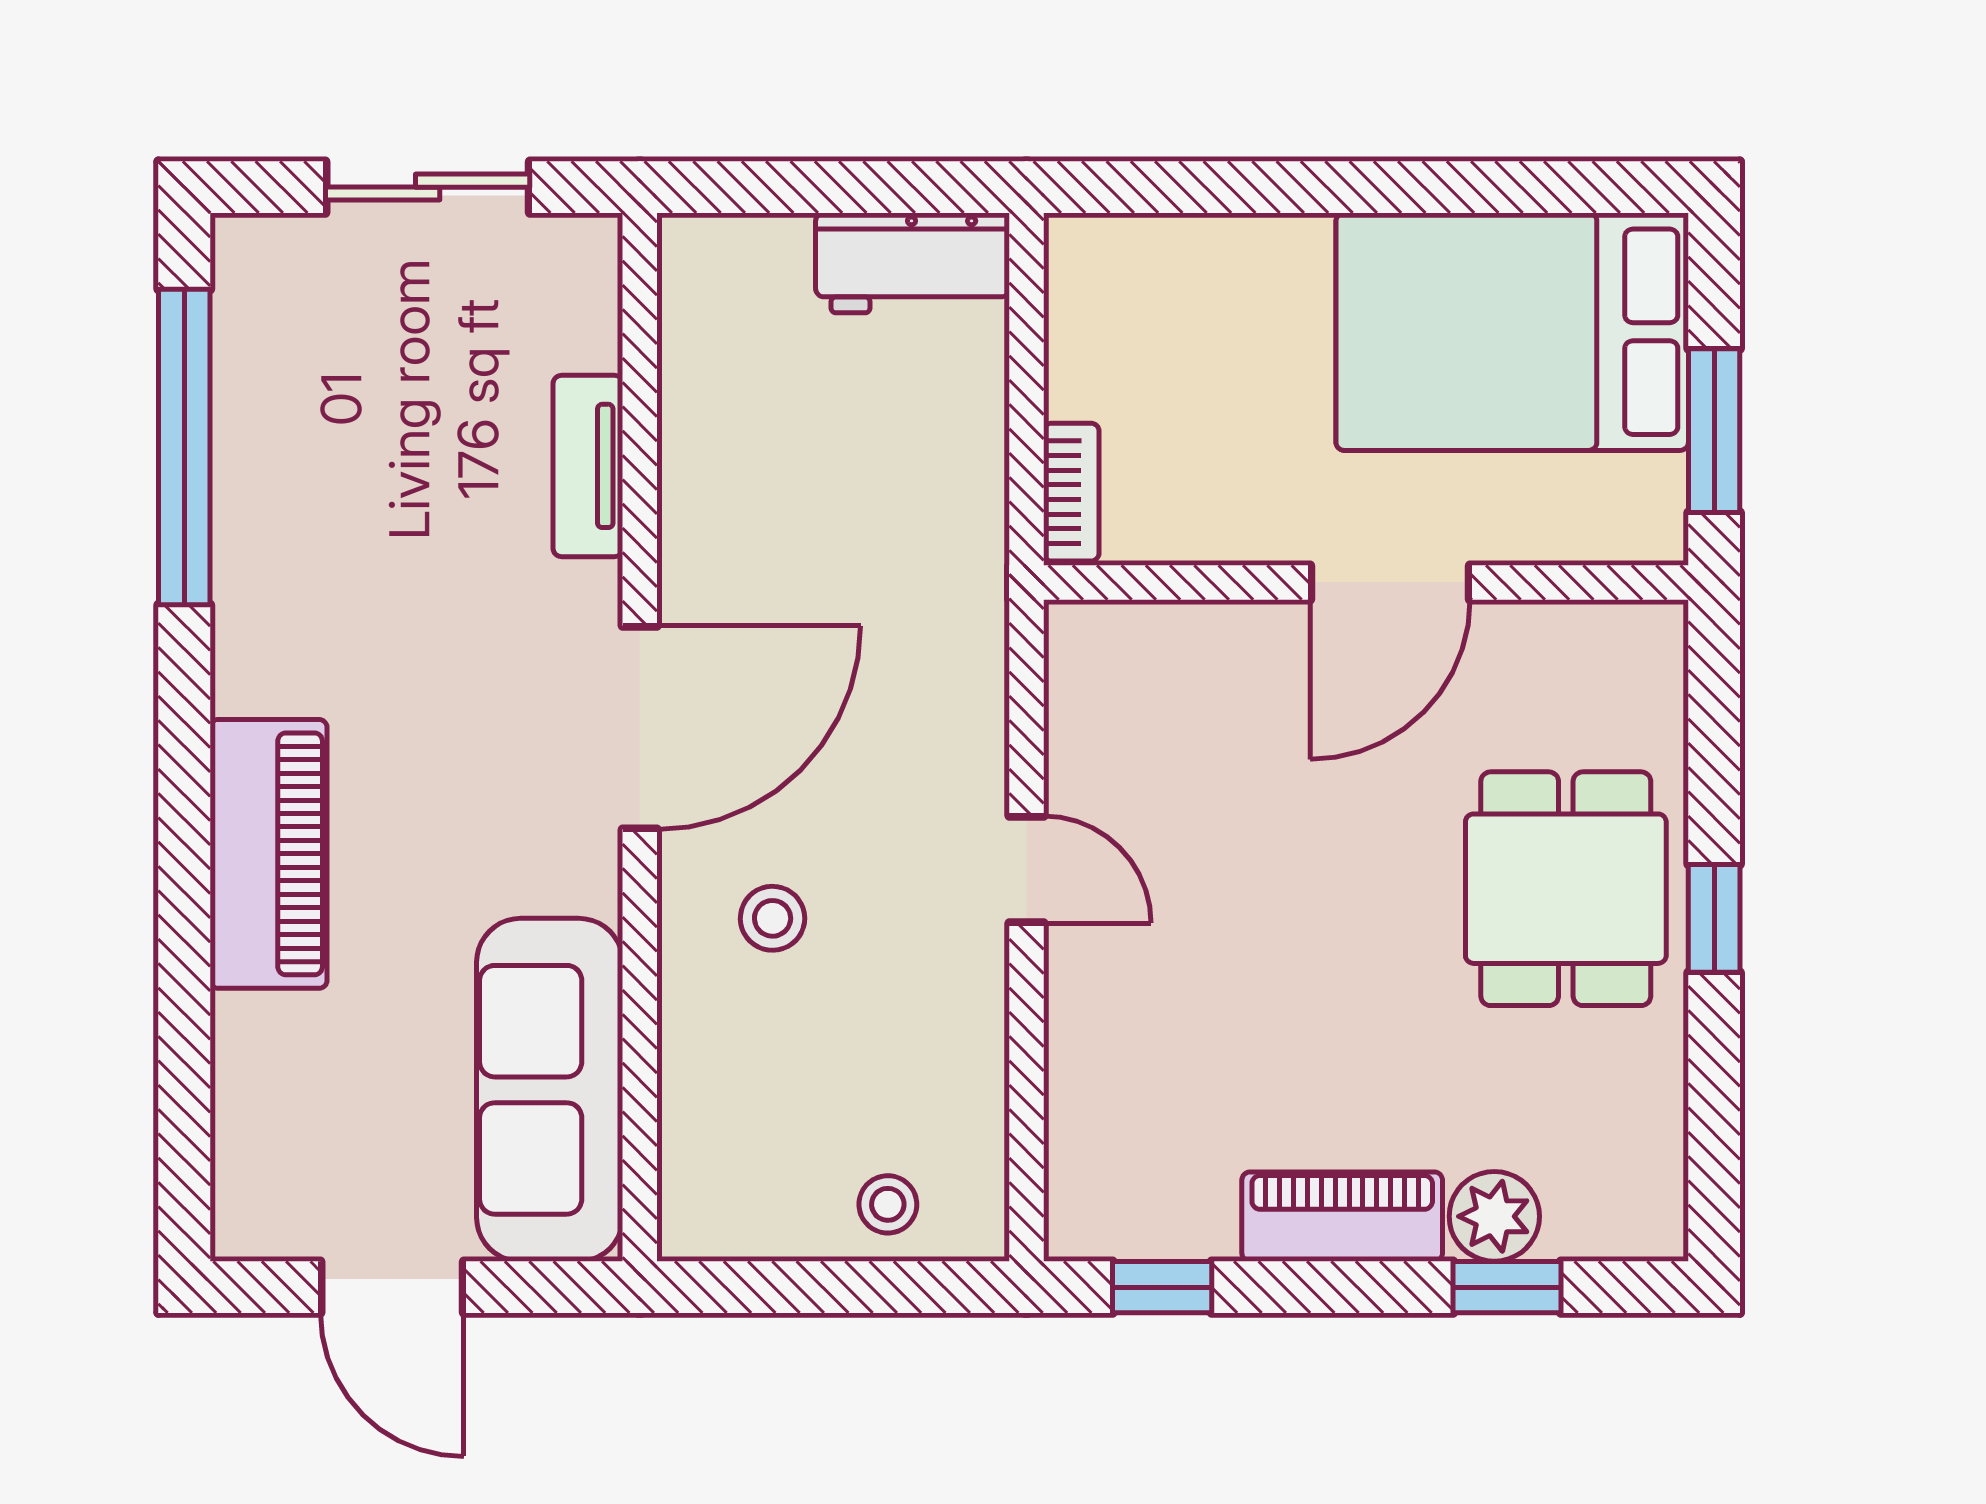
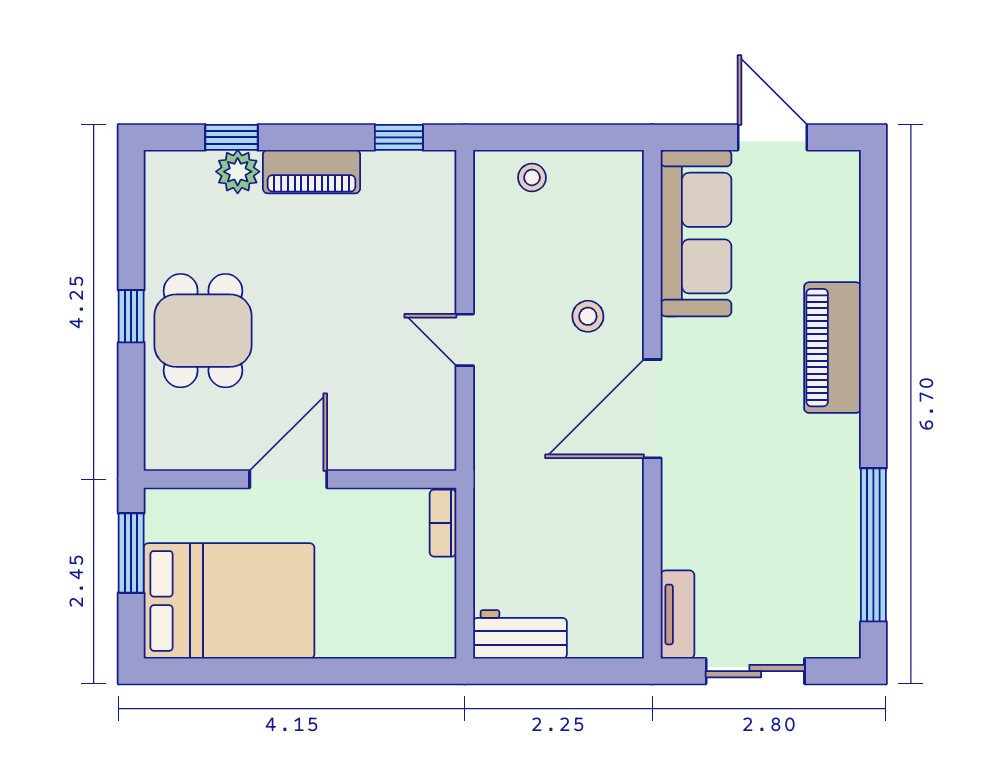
tv unit: (588, 466) -> (677, 614), moved

